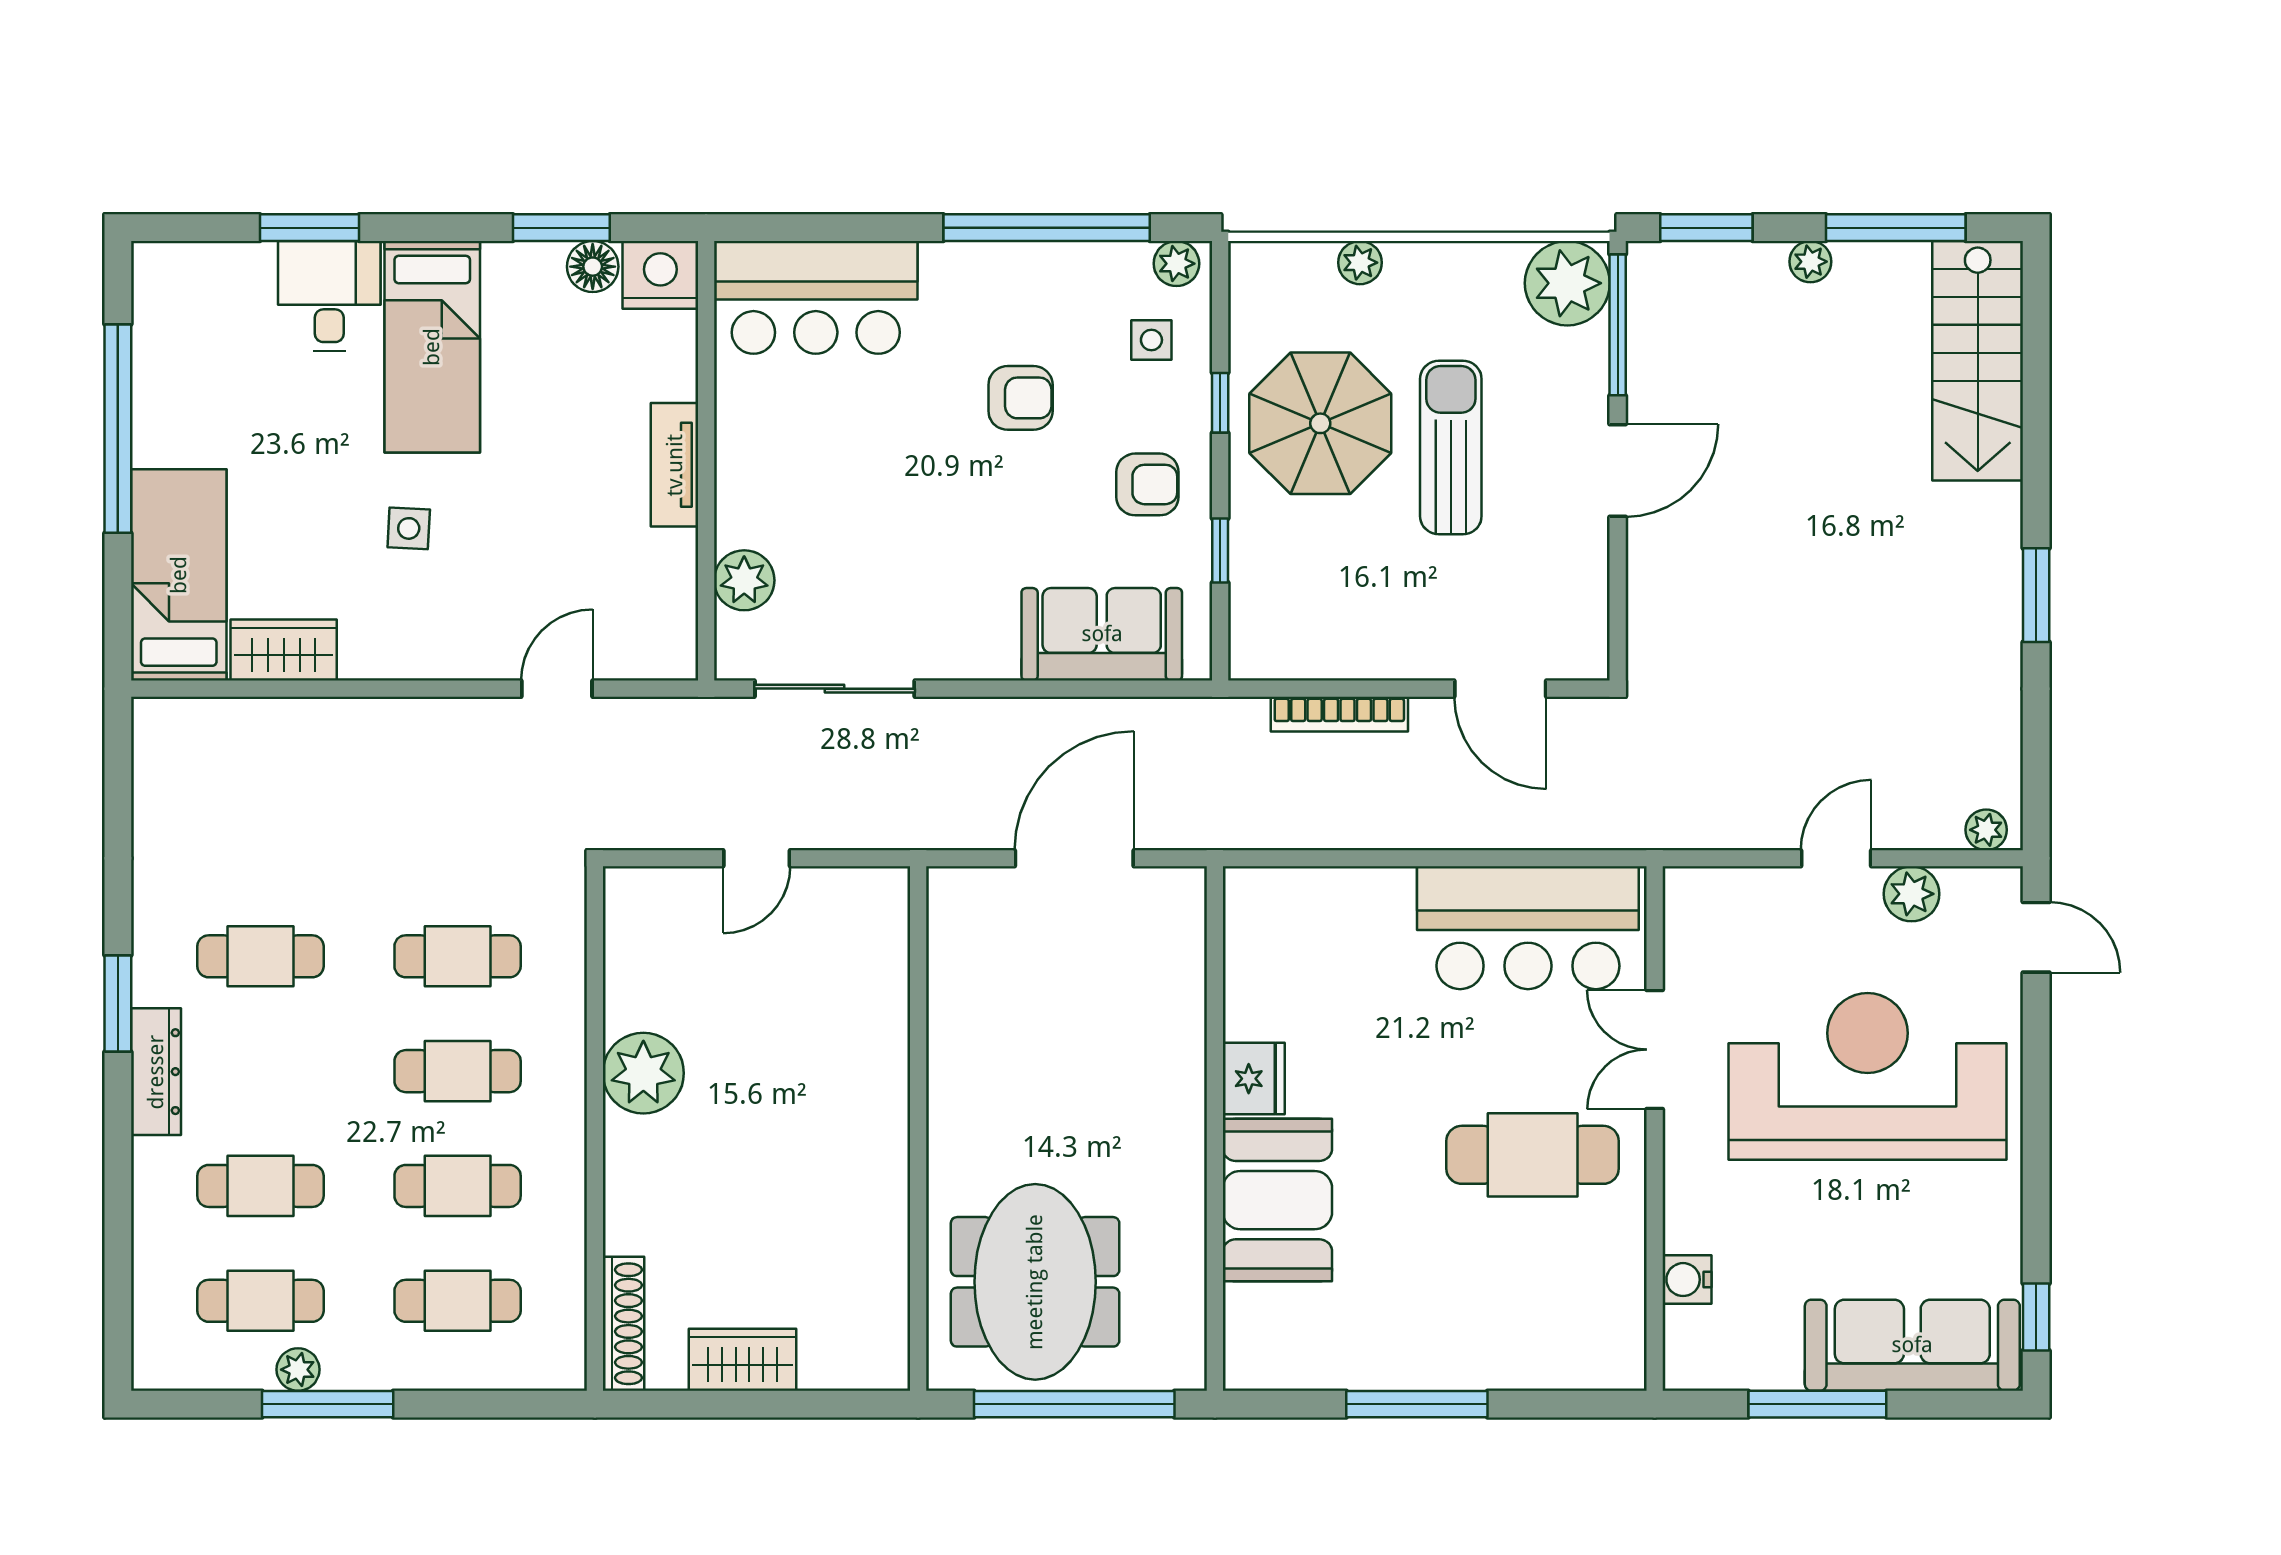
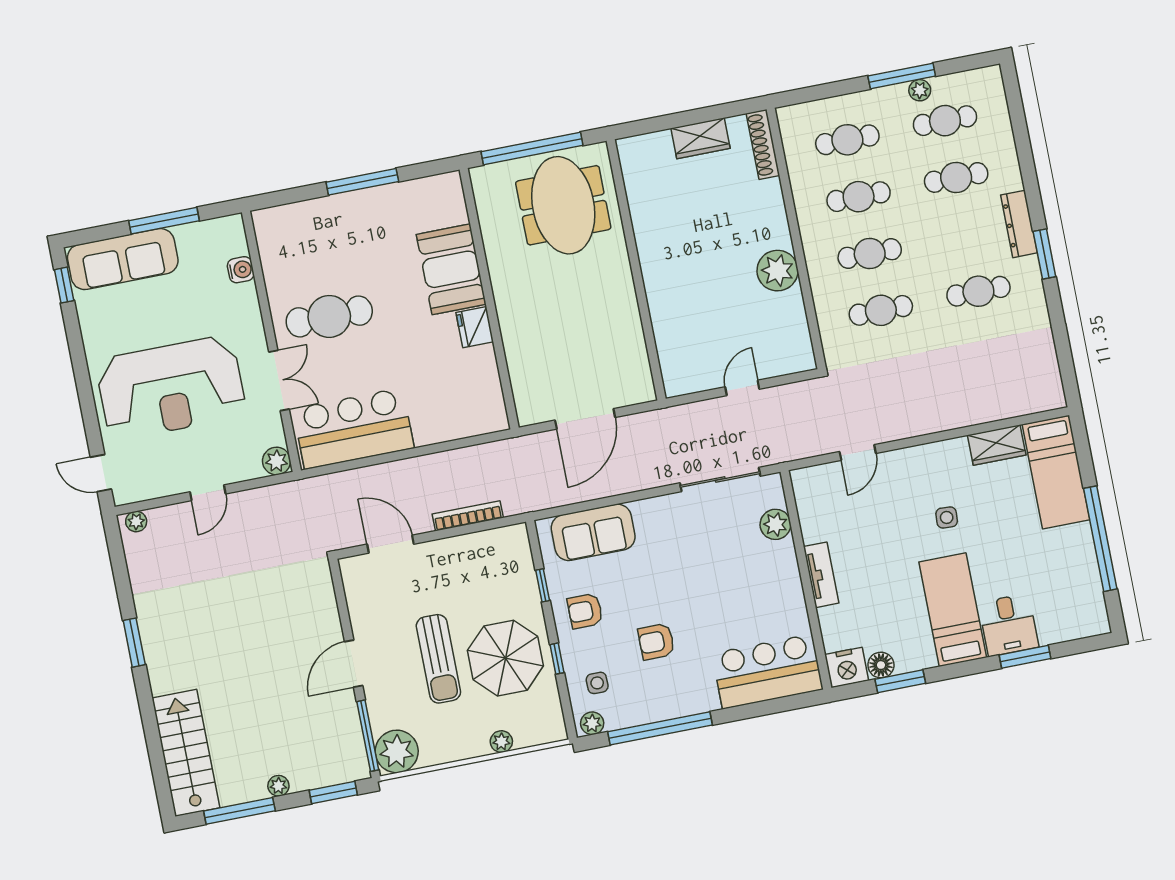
plant: (1912, 894) -> (277, 461), moved

